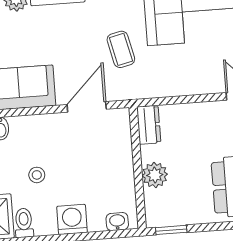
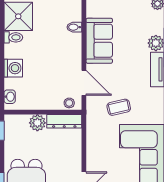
dresser: (149, 125) -> (64, 121), width x1.44
stool: (37, 175) -> (69, 103), moved

